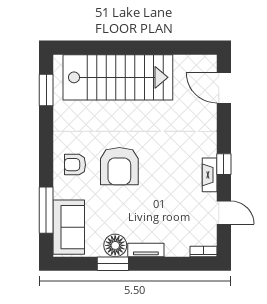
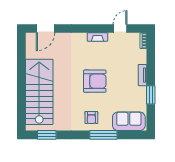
window: (224, 164) -> (91, 28), removed
armchair: (119, 166) -> (95, 81), moved
window: (46, 210) -> (103, 135), moved
floor lamp: (115, 245) -> (140, 93), removed

